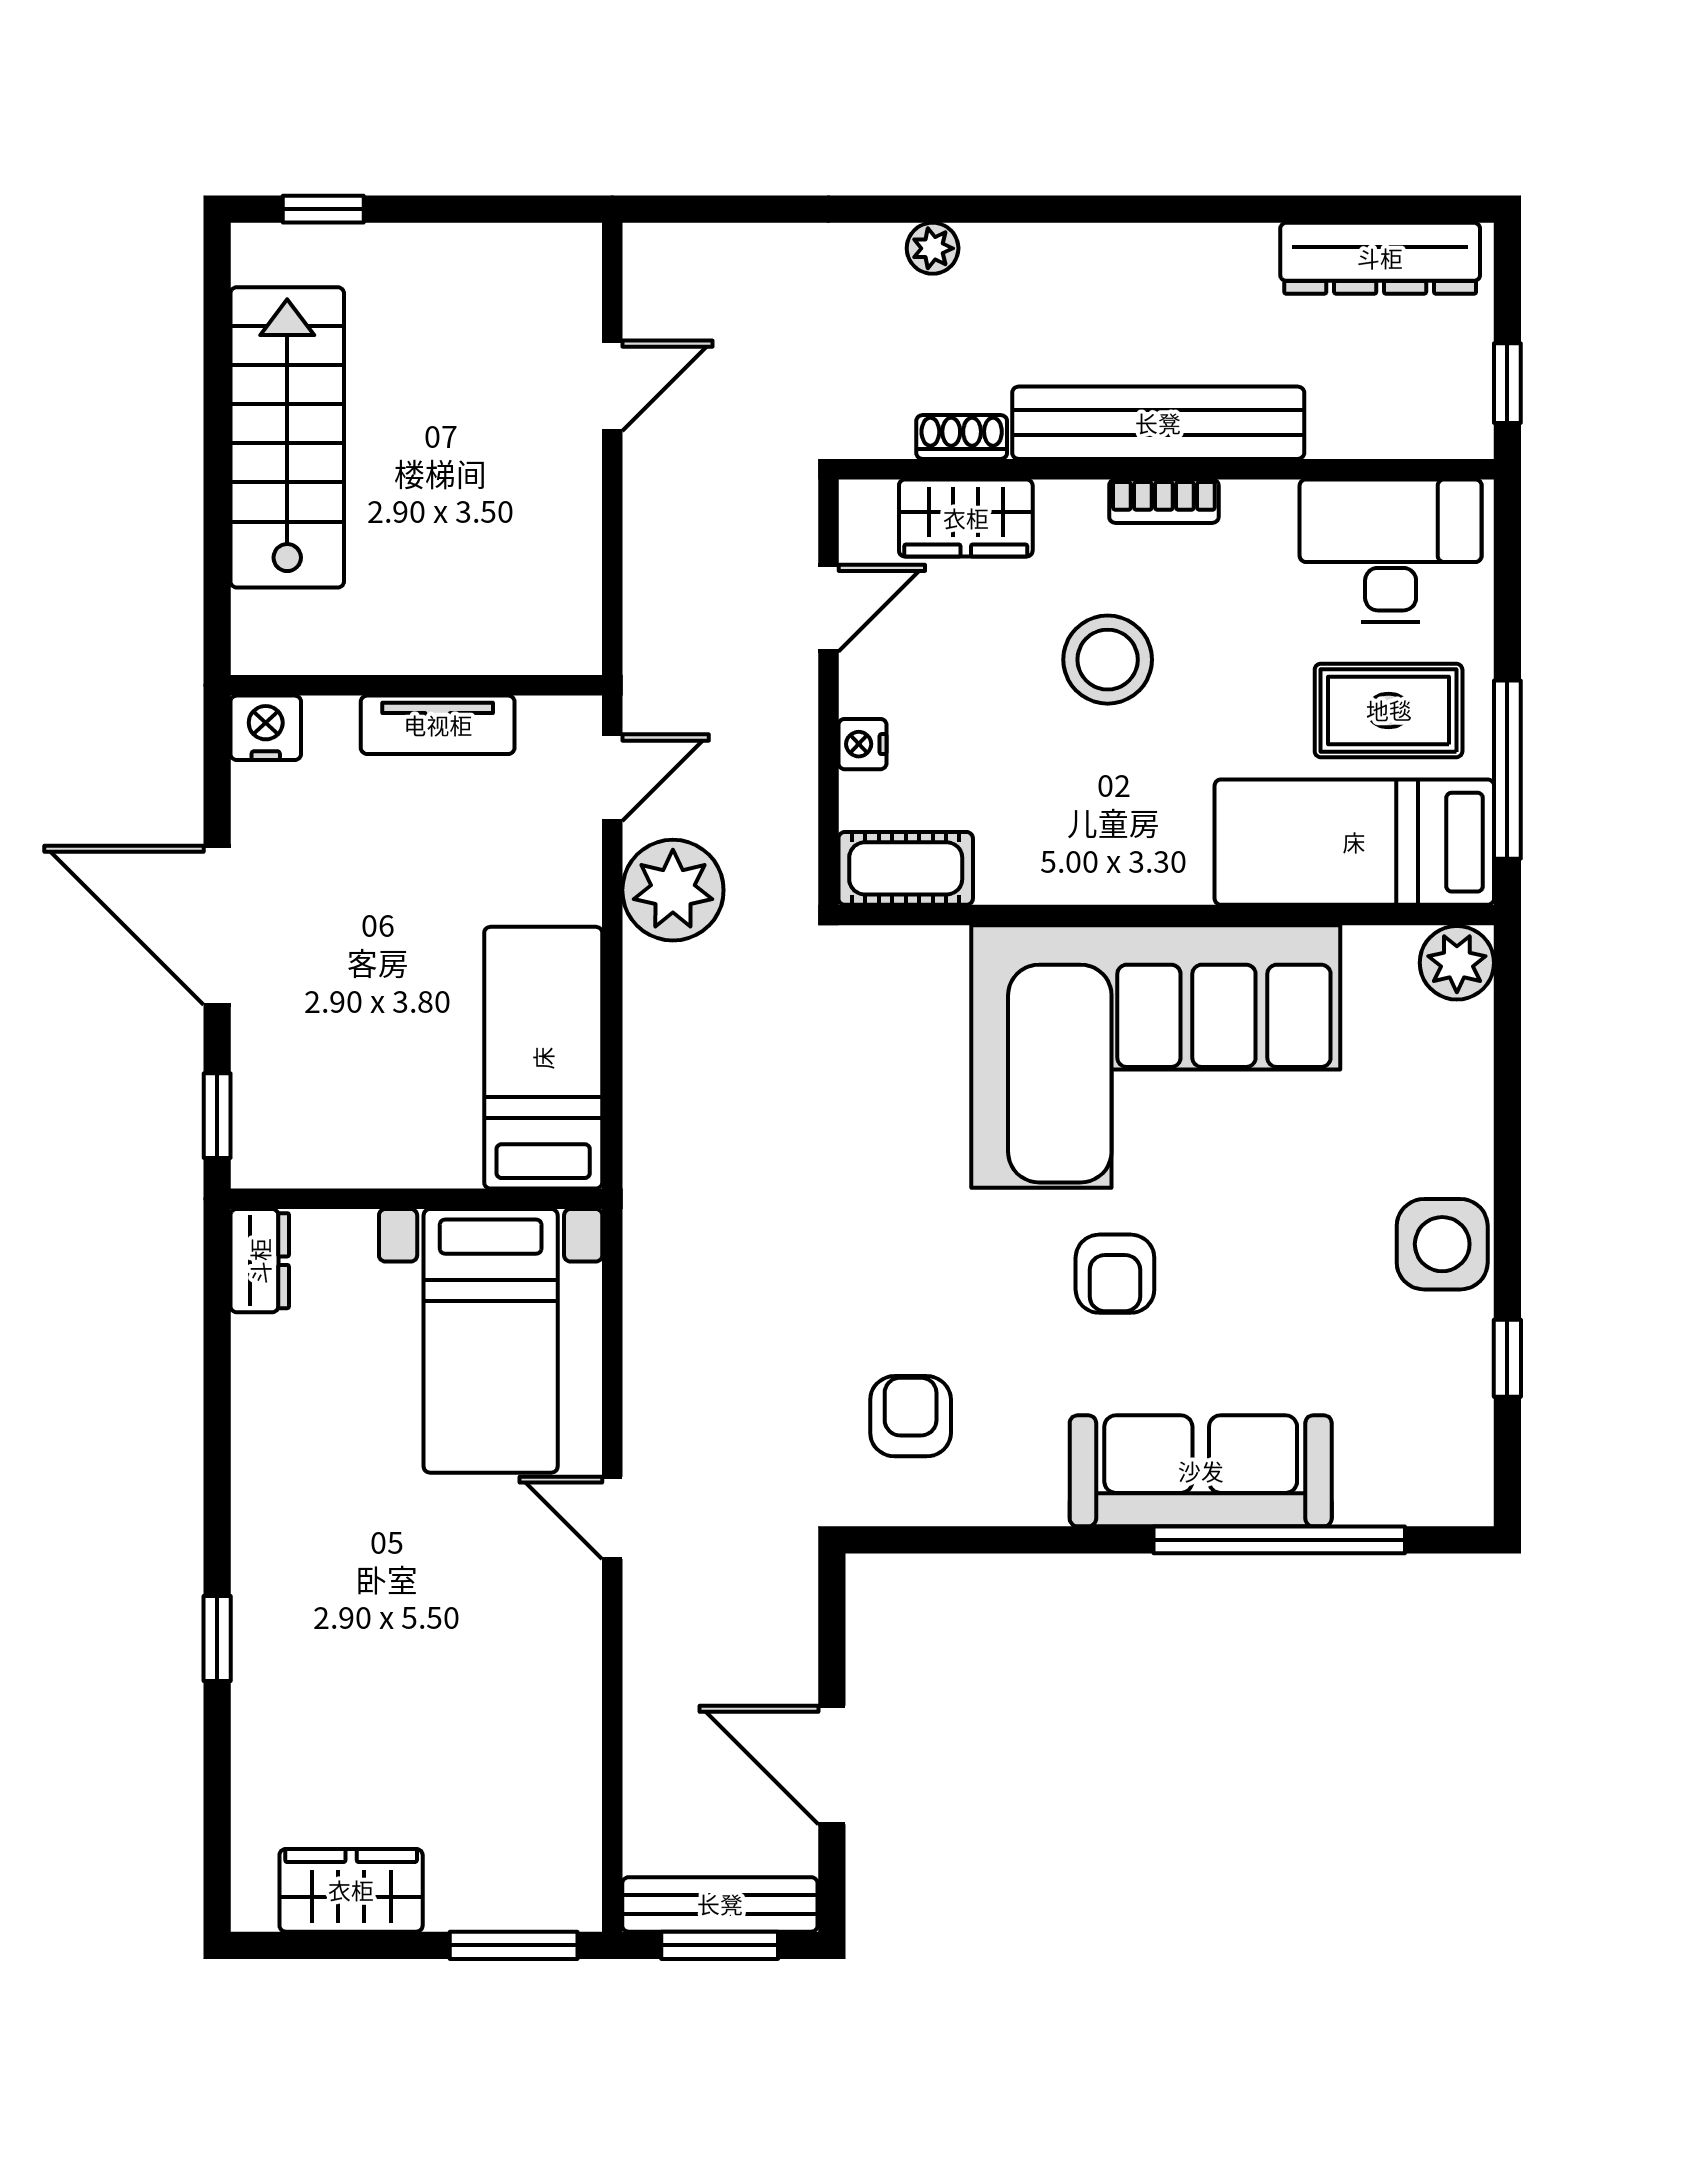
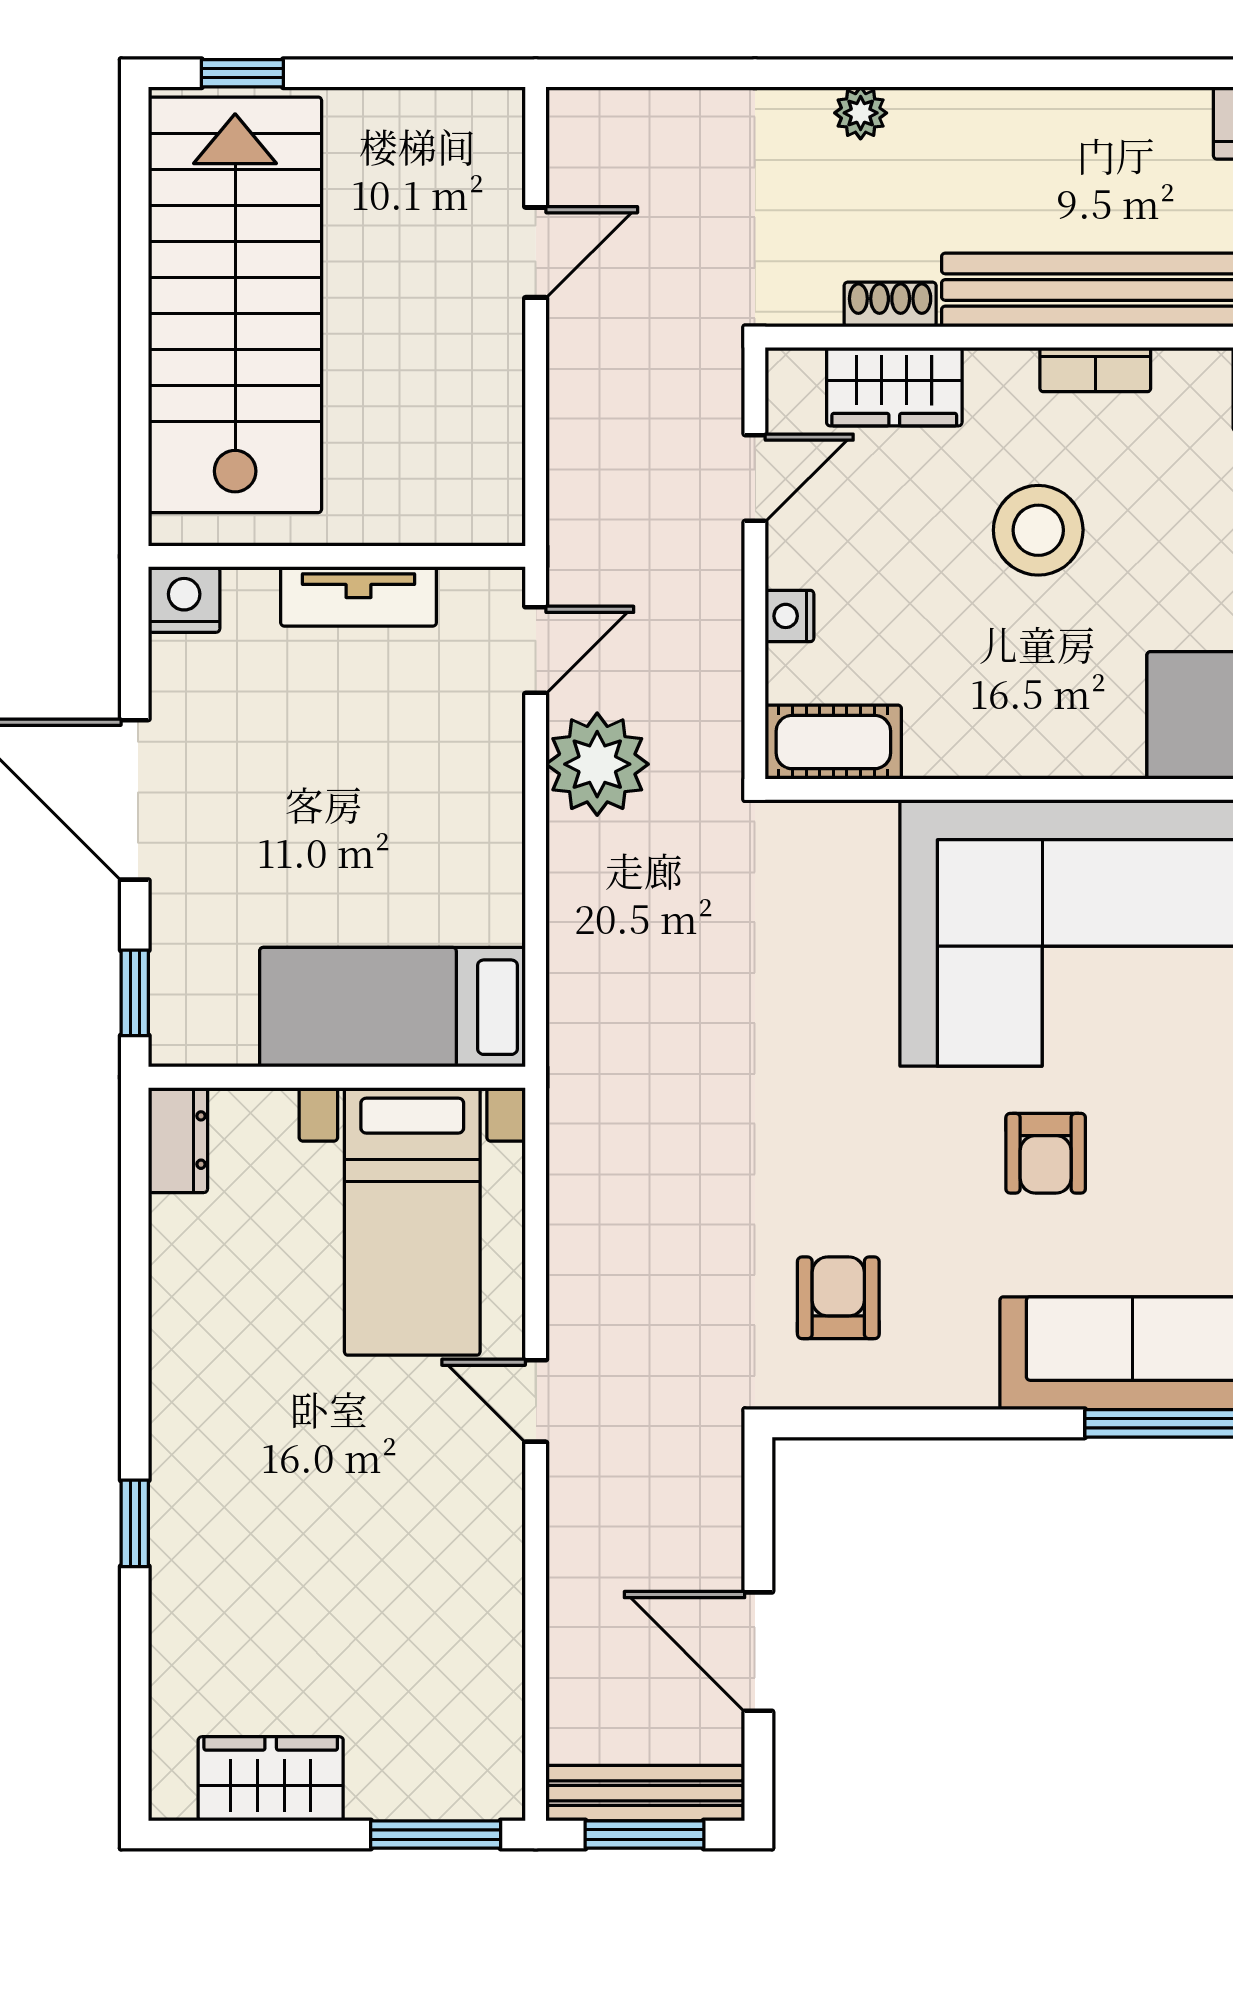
stairs: (287, 437) -> (235, 305), width x1.36, depth x1.51
bed: (543, 1058) -> (393, 1007), moved, turned -90

